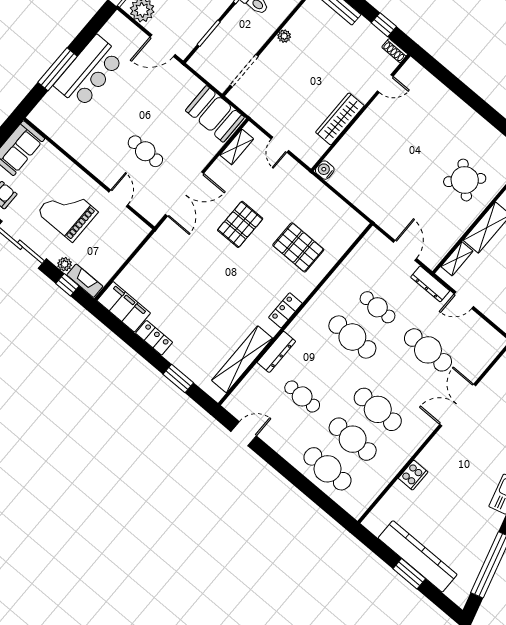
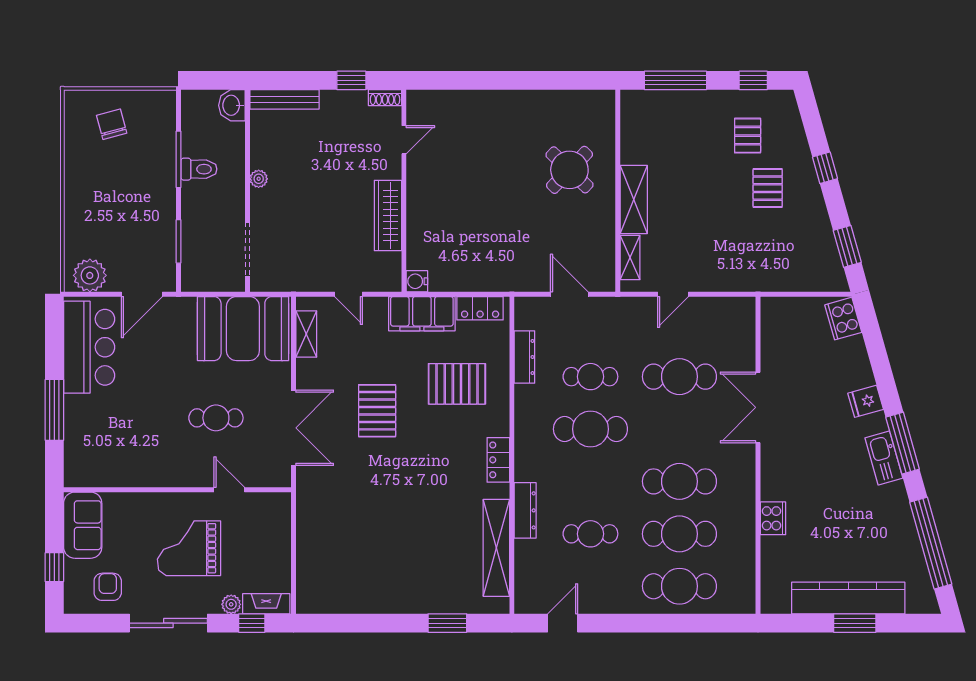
bar counter: (89, 72) -> (89, 347), moved
booth: (215, 114) -> (243, 329), width x1.36, depth x1.42
dresser: (430, 284) -> (524, 357), moved, turned -90
filing cabinet: (124, 307) -> (422, 314), moved, turned 180
locker: (154, 338) -> (480, 308), moved, turned 180

